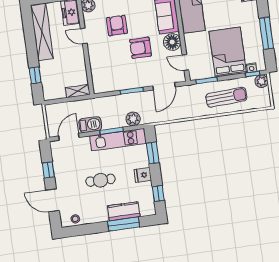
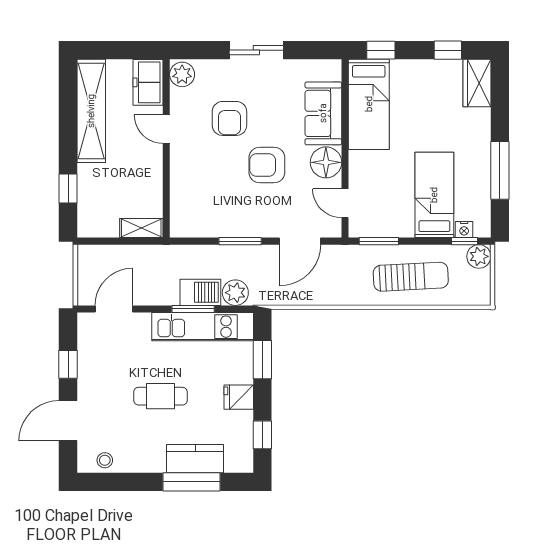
armchair: (117, 26) -> (229, 118), turned 180
bed: (228, 52) -> (434, 195), width x0.67
barbecue: (90, 125) -> (200, 292), moved
door: (53, 200) -> (68, 421), hinge flipped

